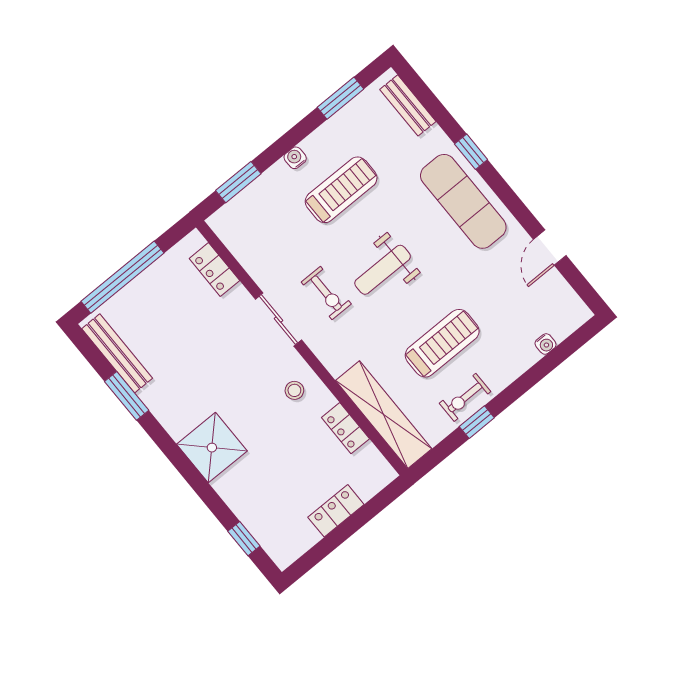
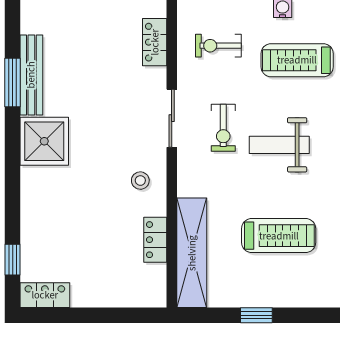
treadmill: (341, 190) -> (297, 60), turned 180
bench: (117, 353) -> (31, 75), moved
exercise bike: (465, 397) -> (218, 46), moved
shower: (212, 448) -> (44, 141), moved
locker: (336, 511) -> (45, 295), moved

